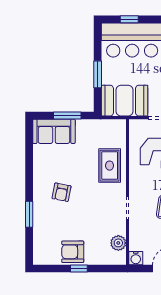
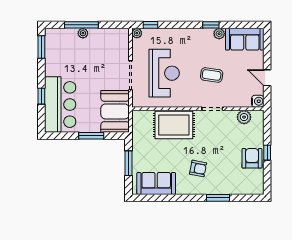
window: (129, 19) -> (41, 96), moved
sofa: (54, 131) -> (156, 183), moved, turned -90
rug: (110, 166) -> (174, 125), width x1.36, depth x1.43
armchair: (73, 252) -> (252, 158), turned 180

